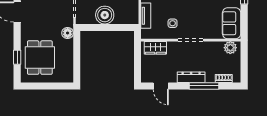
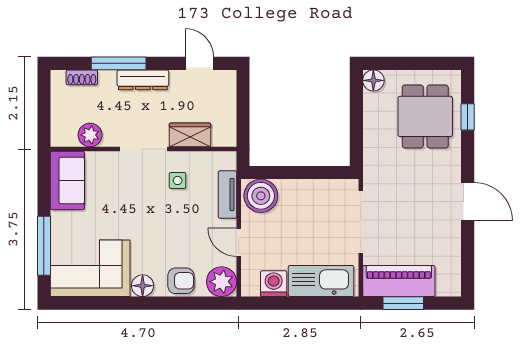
boiler: (105, 15) -> (261, 196), moved
floor lamp: (68, 33) -> (373, 80), moved
wardrobe: (155, 48) -> (190, 135), moved
plant: (230, 48) -> (90, 135), moved

